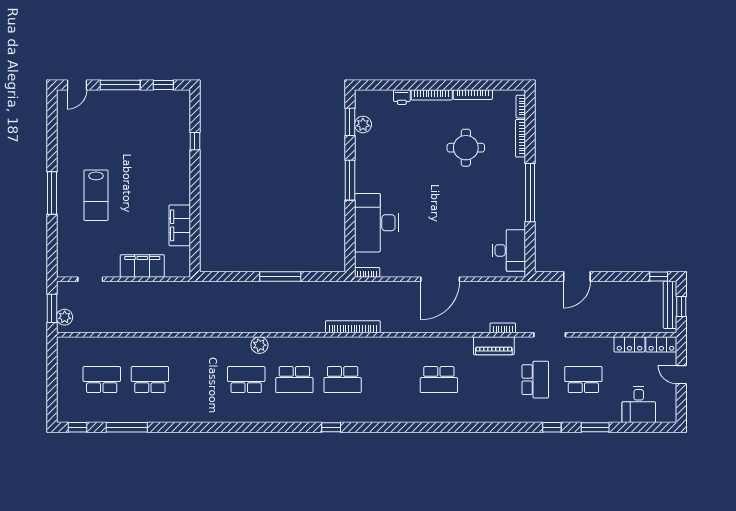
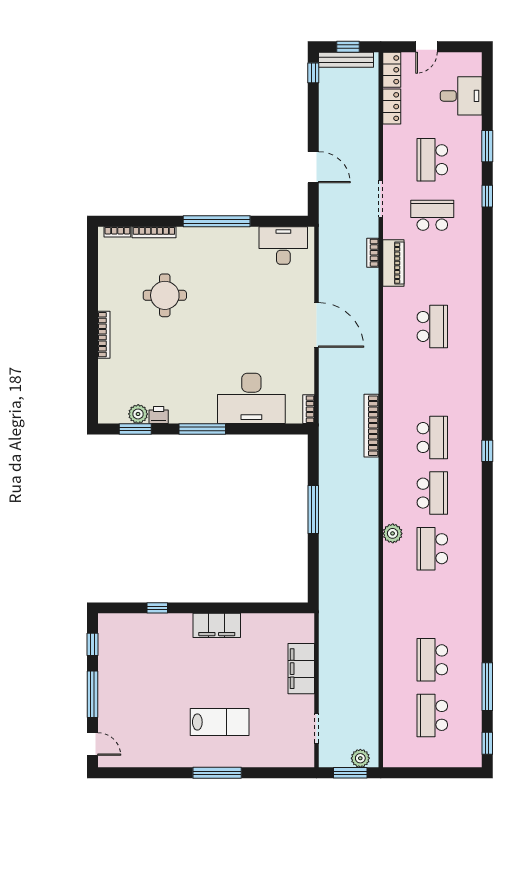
bookcase: (473, 95) -> (104, 287), removed
printer: (402, 97) -> (159, 415), moved, turned -90
filing cabinet: (180, 225) -> (217, 625), moved

